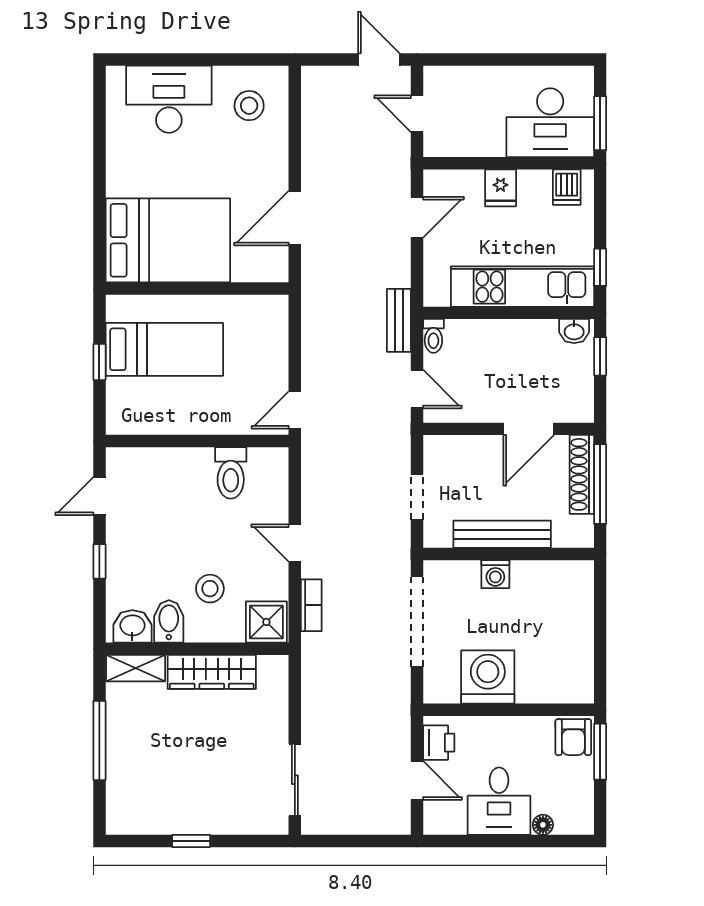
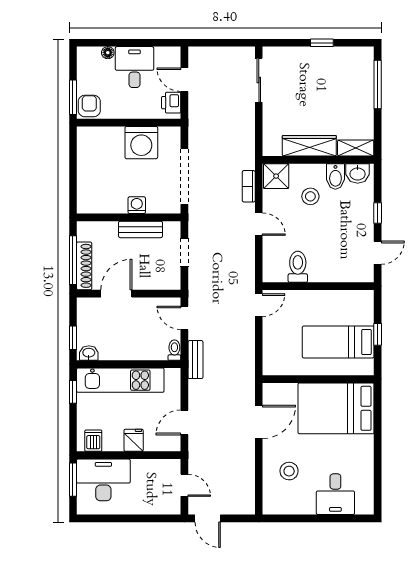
desk: (169, 99) -> (335, 494), width x0.73
stool: (249, 106) -> (289, 471), moved
bench: (502, 534) -> (141, 229), width x0.73
window: (99, 740) -> (378, 84), moved

